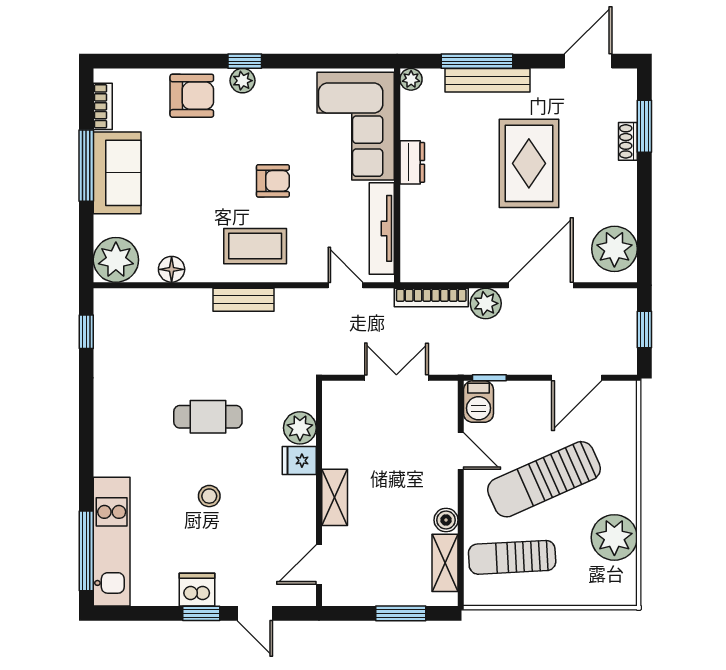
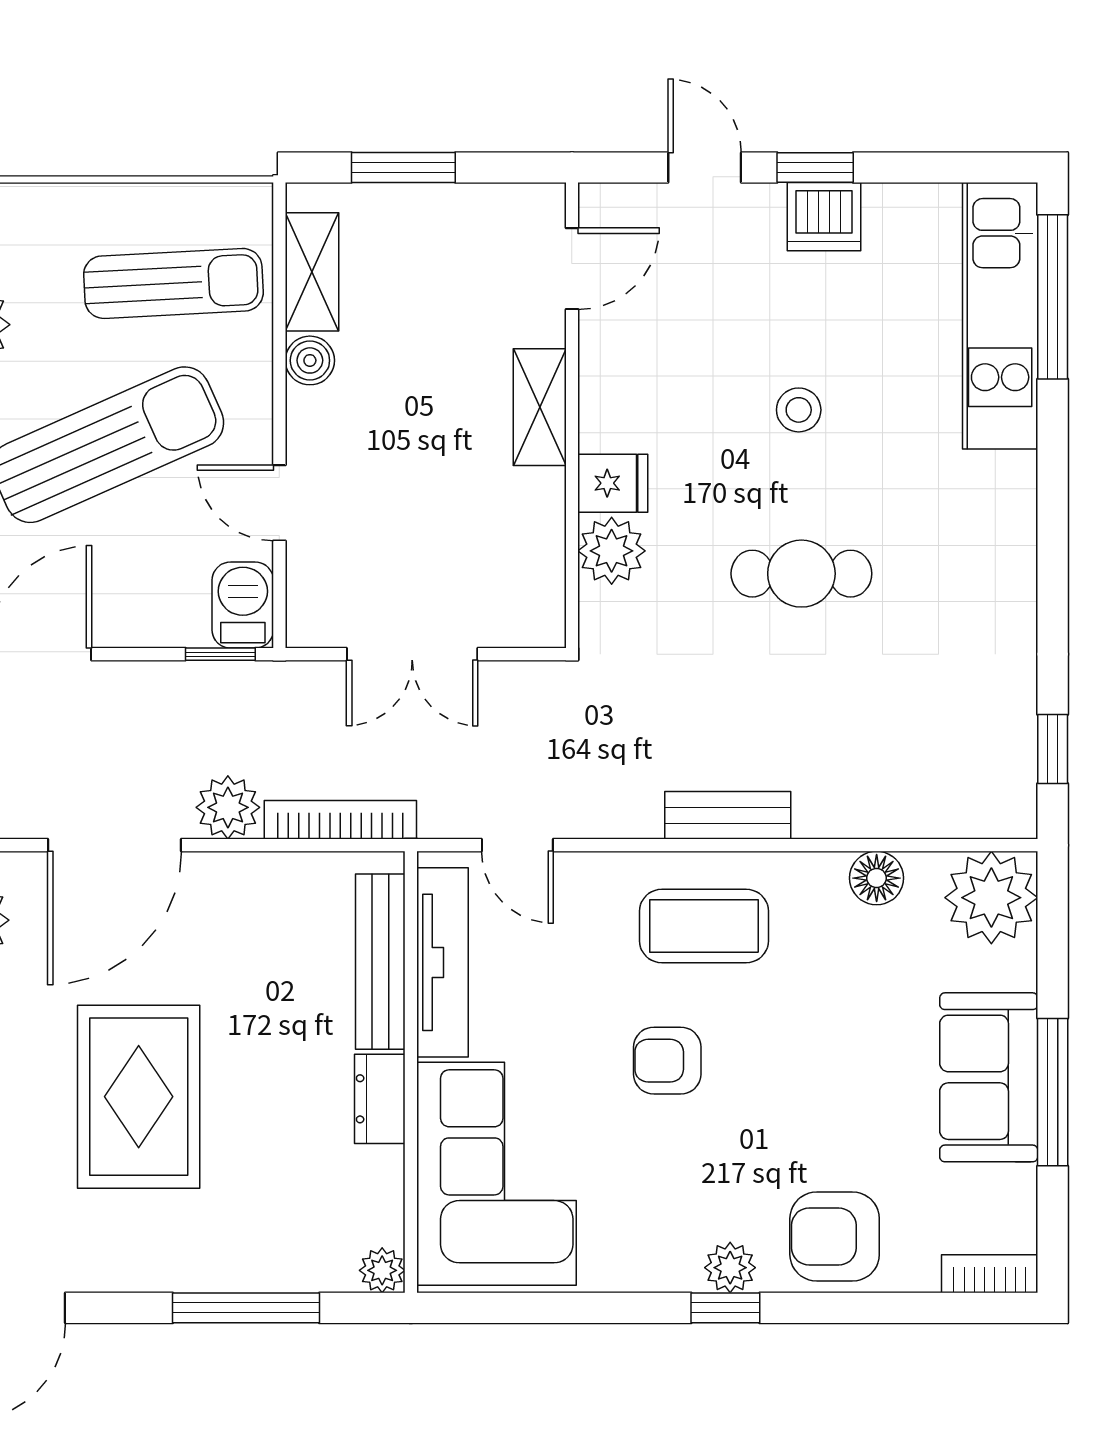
bench: (487, 80) -> (380, 962), moved, turned 90
bookcase: (103, 106) -> (990, 1274), moved, turned 90

